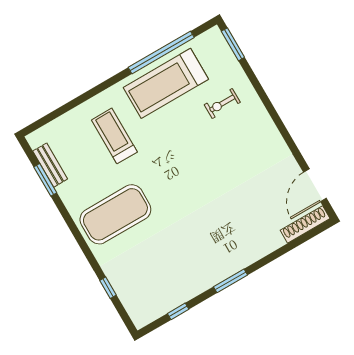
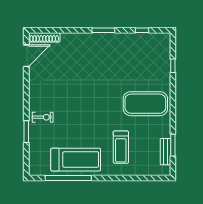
window: (233, 44) -> (26, 132), moved
exercise bike: (222, 103) -> (43, 117), moved

